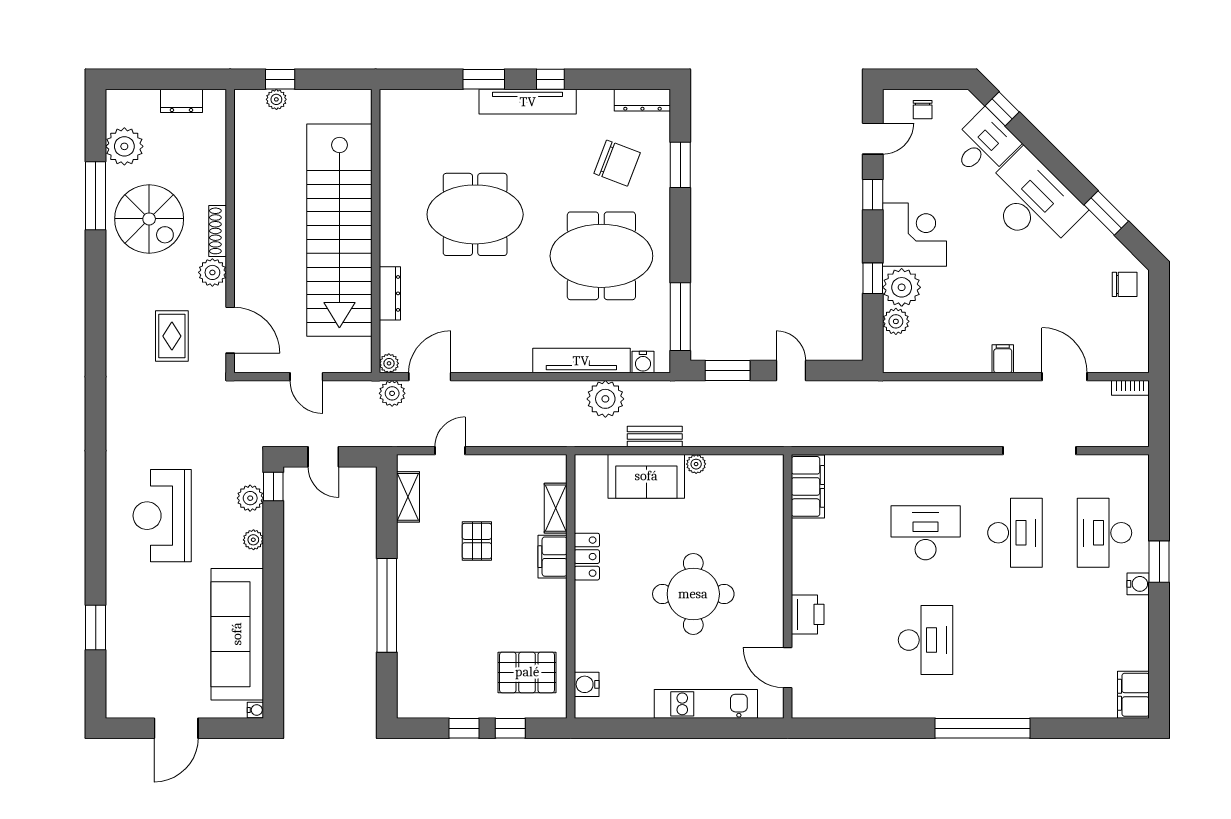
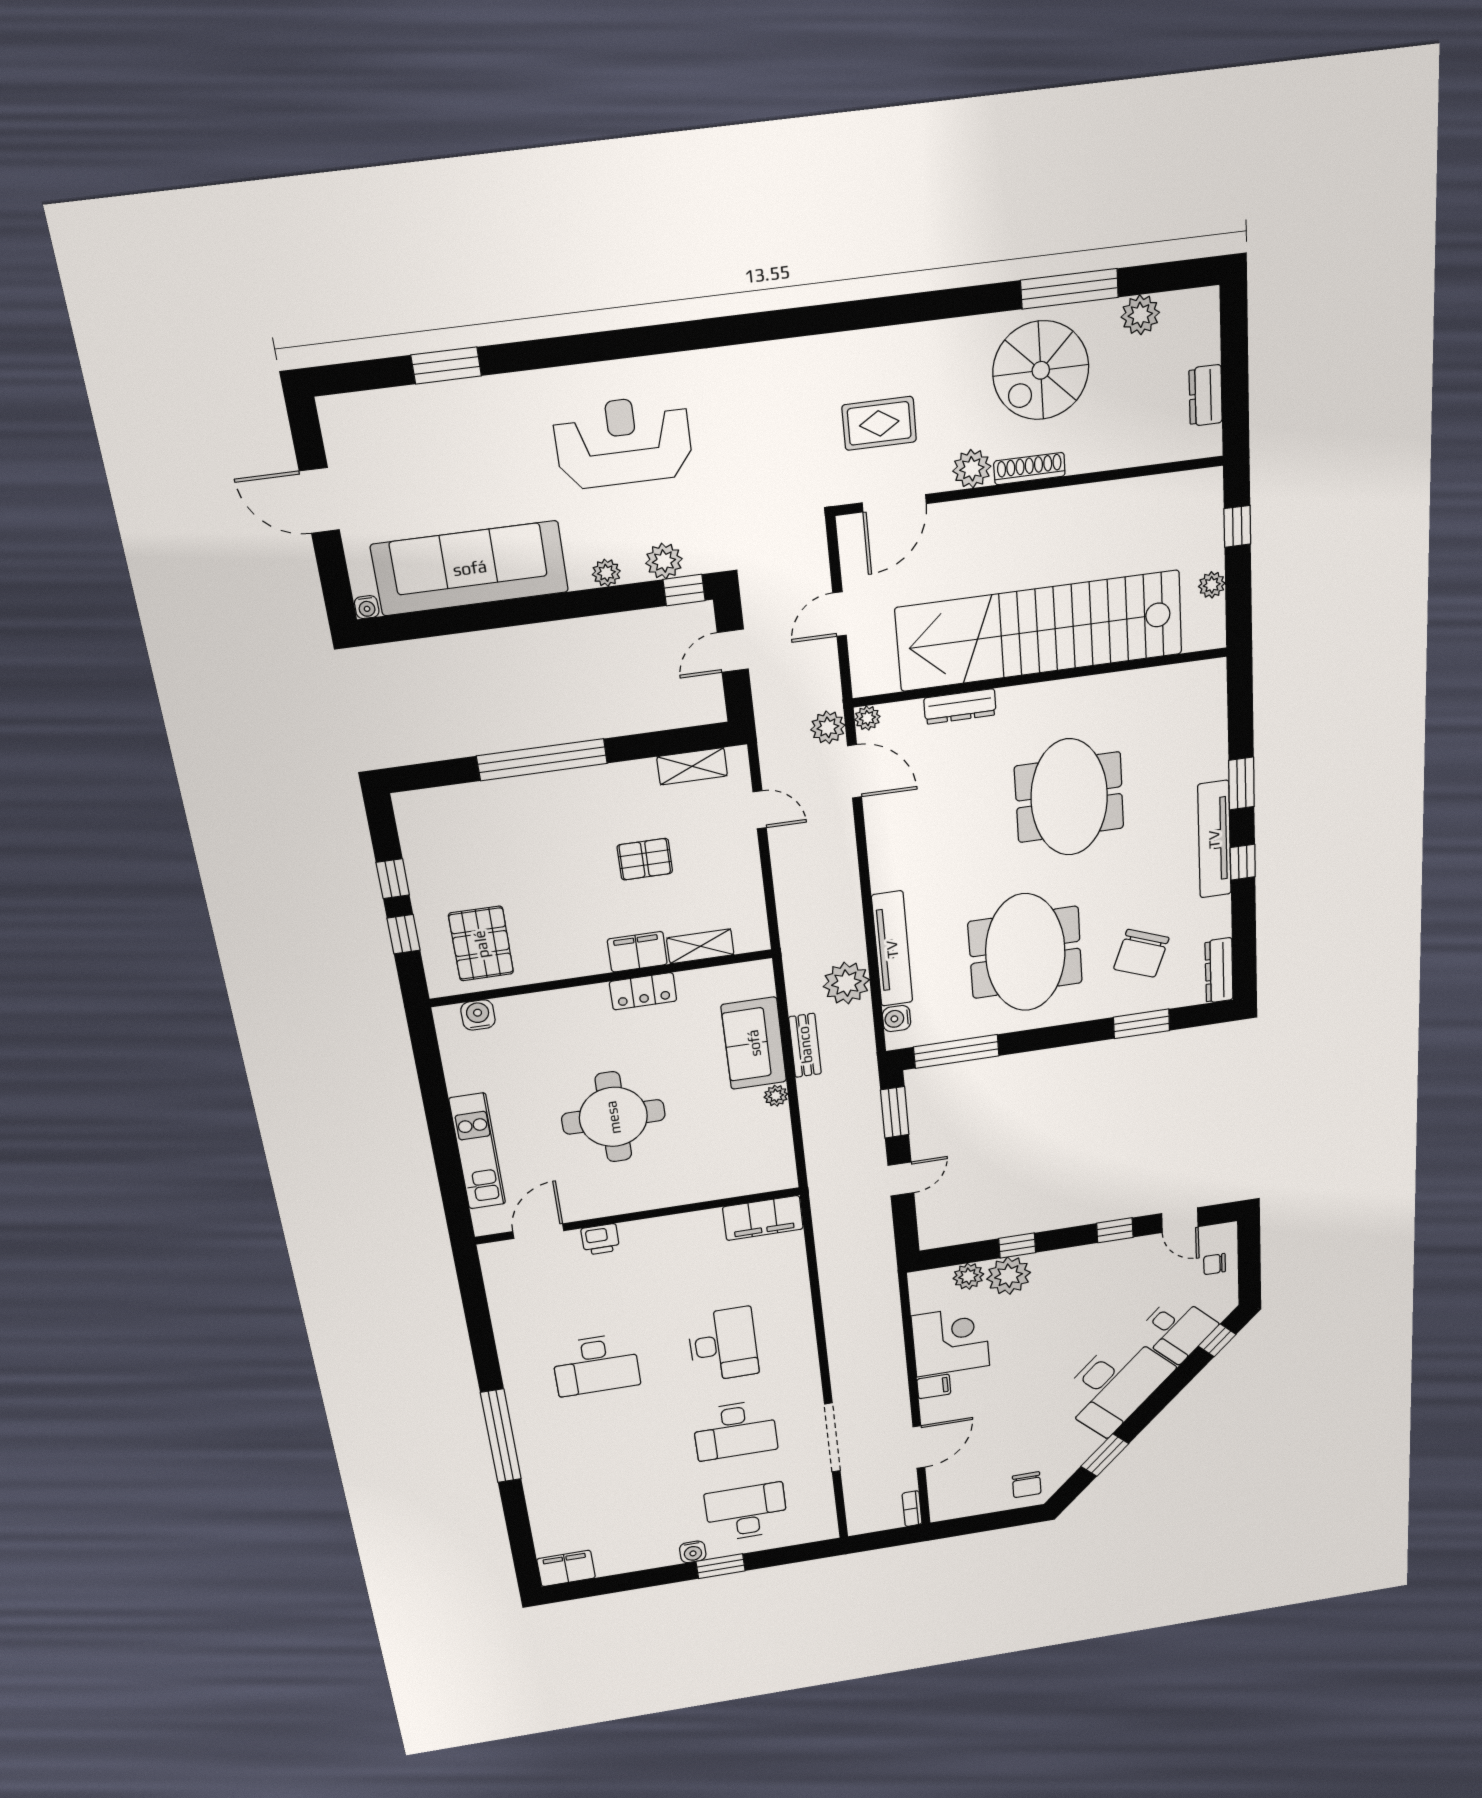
plant: (276, 99) -> (1212, 585), moved
plant: (124, 146) -> (1140, 315), width x0.73, depth x0.73
corner desk: (915, 235) -> (951, 1341), moved, turned -90
printer: (808, 614) -> (600, 1239), width x0.73, depth x0.81

